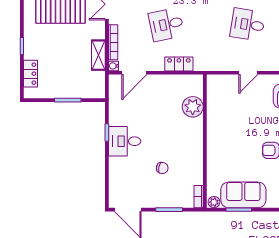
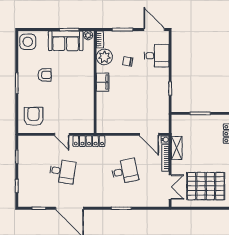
locker: (179, 64) -> (89, 141), moved, width x1.53
door: (134, 73) -> (149, 134), swing flipped
door: (248, 73) -> (62, 134), swing flipped
plant: (193, 107) -> (104, 57), moved
desk: (125, 141) -> (157, 56), moved
filing cabinet: (195, 141) -> (103, 82), added

